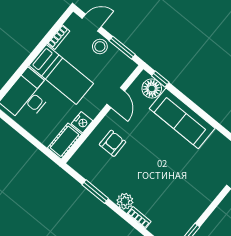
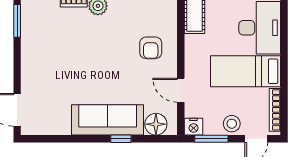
bookcase: (59, 37) -> (275, 110), width x1.56
window: (160, 79) -> (121, 139), moved
nightstand: (82, 122) -> (194, 127), moved, turned -90

